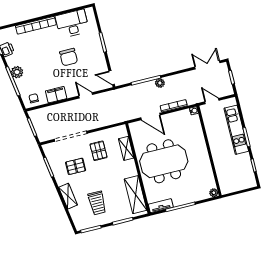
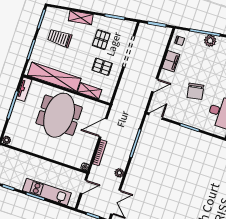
chair: (69, 57) -> (195, 91), turned -100
plant: (160, 83) -> (119, 173), moved
shelving: (135, 195) -> (54, 77), width x1.47

